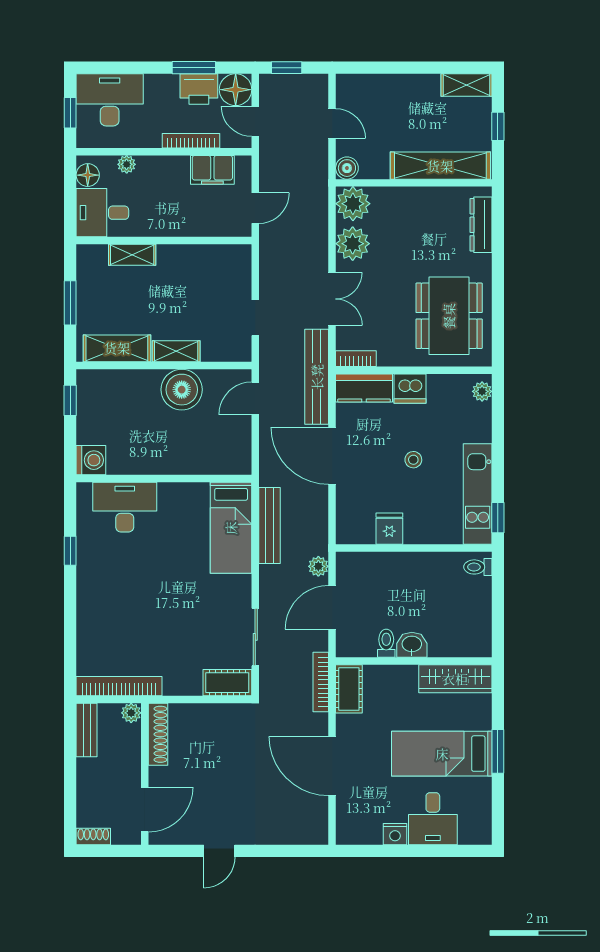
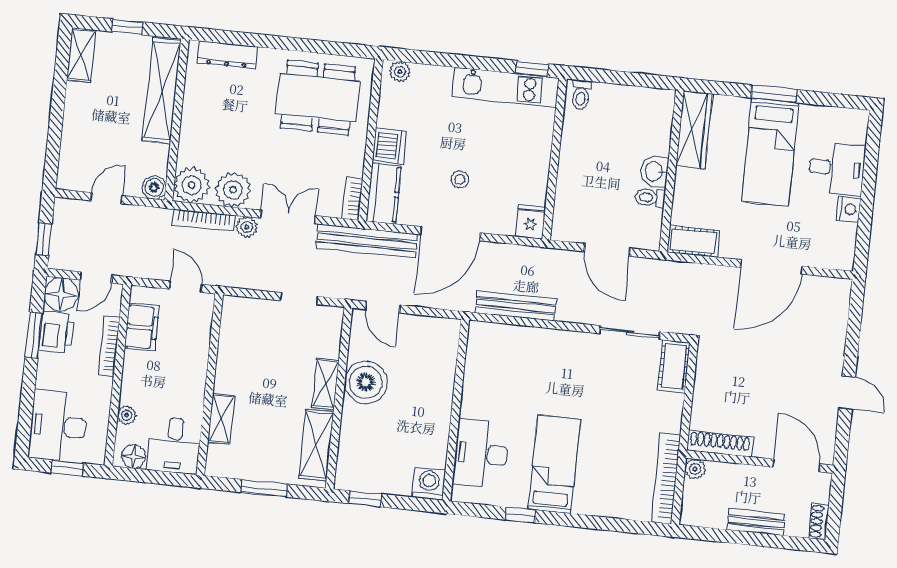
stool: (413, 460) -> (460, 179), moved
bed: (231, 528) -> (554, 464), moved, turned -90
fridge: (389, 529) -> (531, 222), moved, turned 90
plant: (318, 566) -> (247, 227), moved
bookcase: (321, 682) -> (204, 220), moved
bench: (87, 730) -> (756, 522), moved

